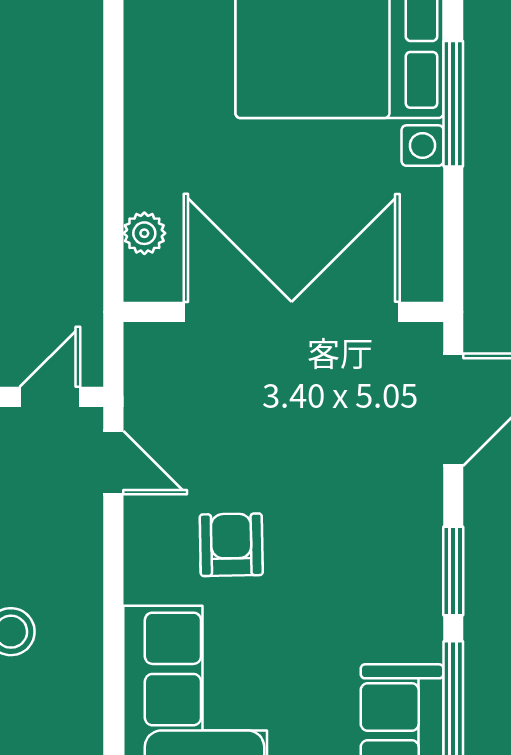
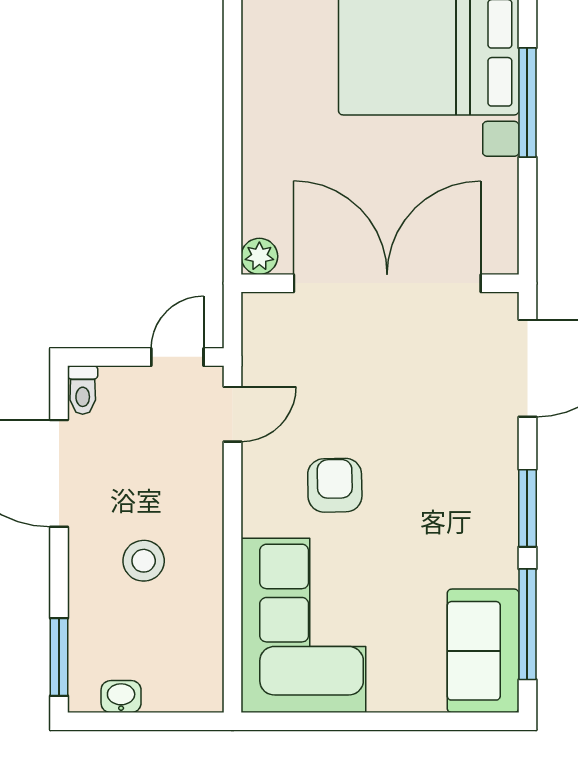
plant: (144, 233) -> (259, 256), moved
door: (113, 463) -> (233, 414), hinge flipped

